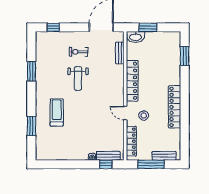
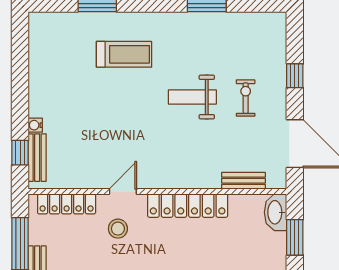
window: (53, 27) -> (295, 76), moved

